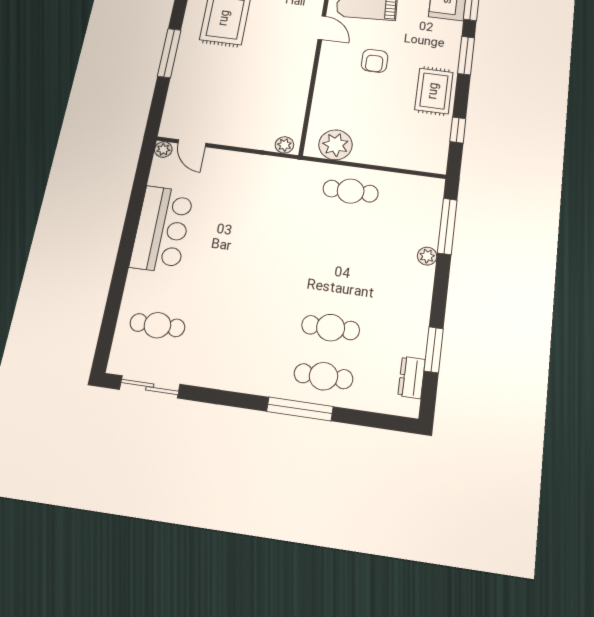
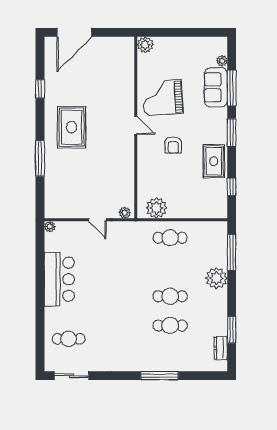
door: (192, 143) -> (97, 220), moved
plant: (427, 256) -> (216, 278), width x1.87, depth x1.87
cafe table: (323, 376) -> (170, 296), moved

